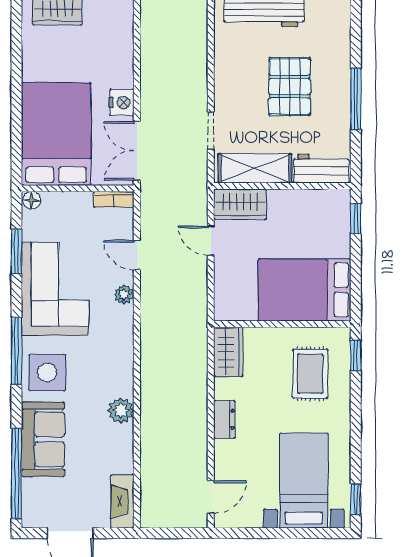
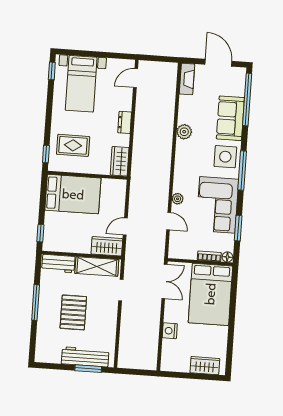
nightstand: (122, 102) -> (170, 331), moved
bookcase: (114, 199) -> (209, 256), moved
door: (211, 241) -> (125, 226), swing flipped
rug: (310, 374) -> (73, 145), turned 90

